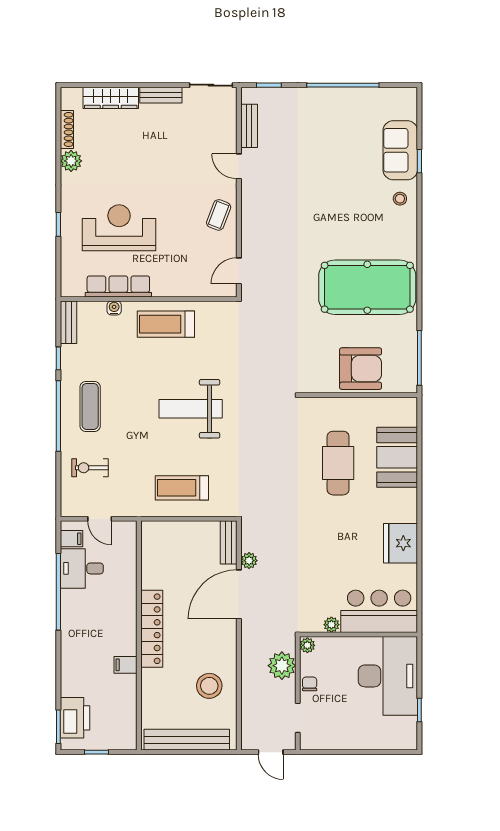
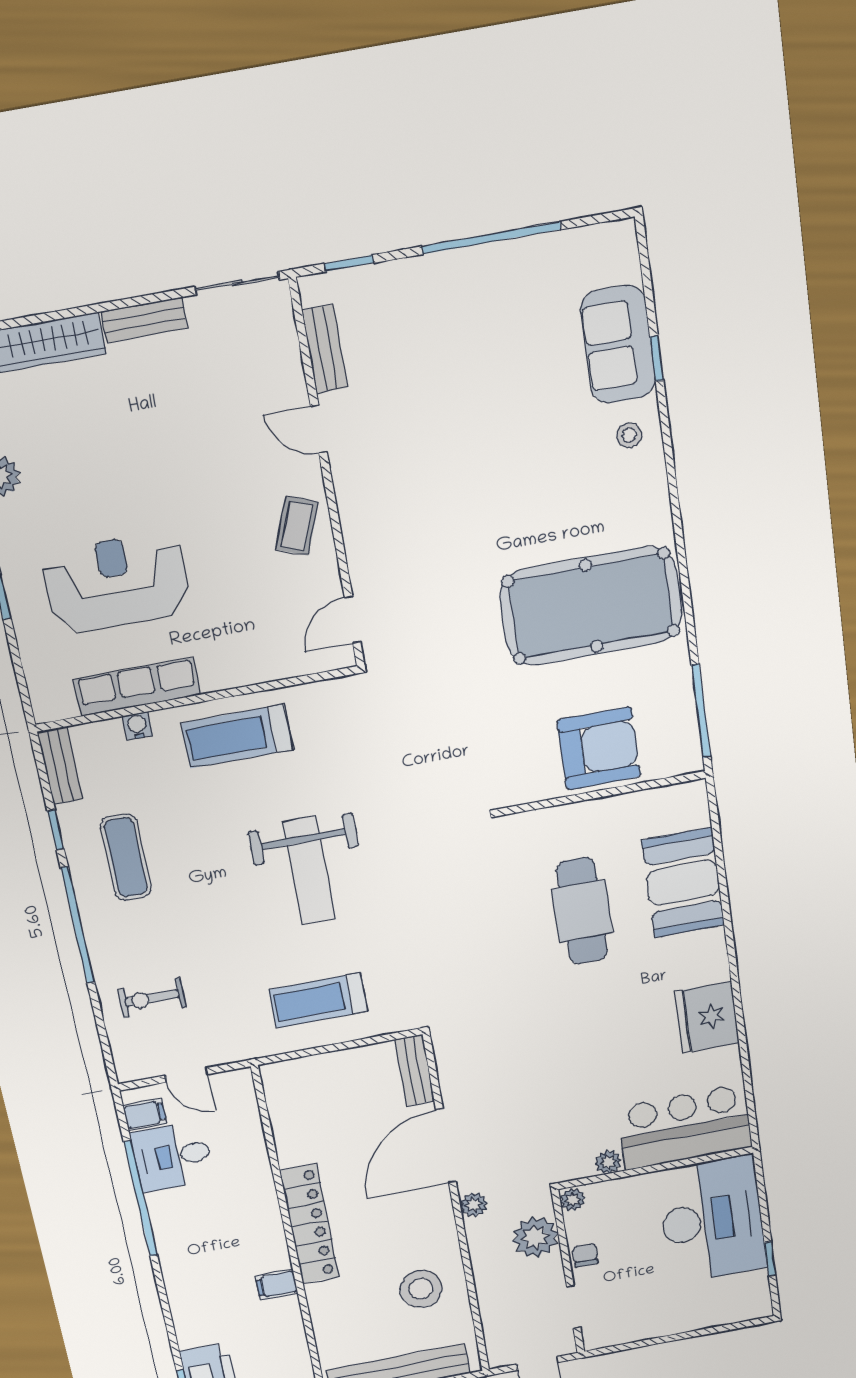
exercise mat: (90, 406) -> (126, 857), moved
weight bench: (191, 409) -> (309, 870), turned -90
plant: (249, 561) -> (474, 1205), moved

